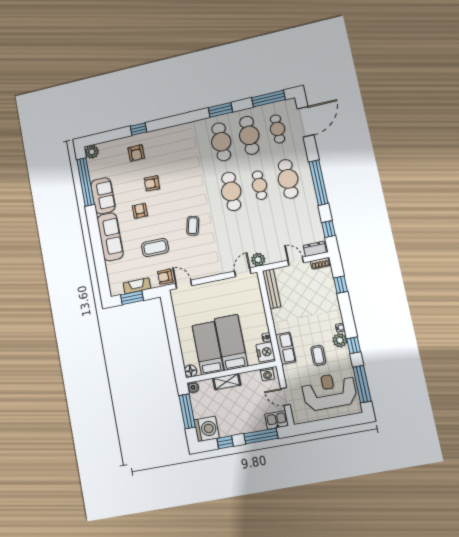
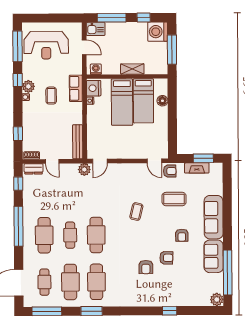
armchair: (136, 153) -> (146, 267), moved, turned 180
coffee table: (318, 355) -> (51, 96), moved
floor lamp: (191, 371) -> (162, 101), moved
boiler: (193, 387) -> (163, 69), removed

